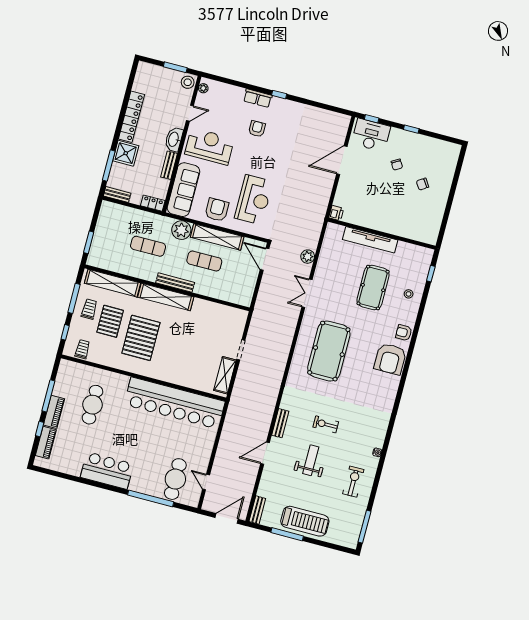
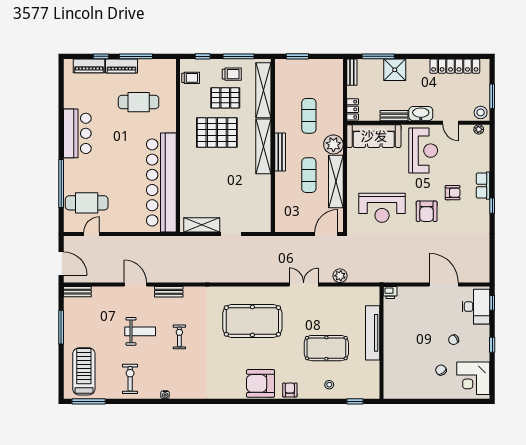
locker: (131, 117) -> (455, 66), moved
corner desk: (438, 156) -> (473, 378), added
armchair: (217, 210) -> (427, 211), moved, turned 90
exercise bike: (353, 482) -> (130, 379), turned -90
treadmill: (305, 521) -> (84, 371), moved, turned 180

